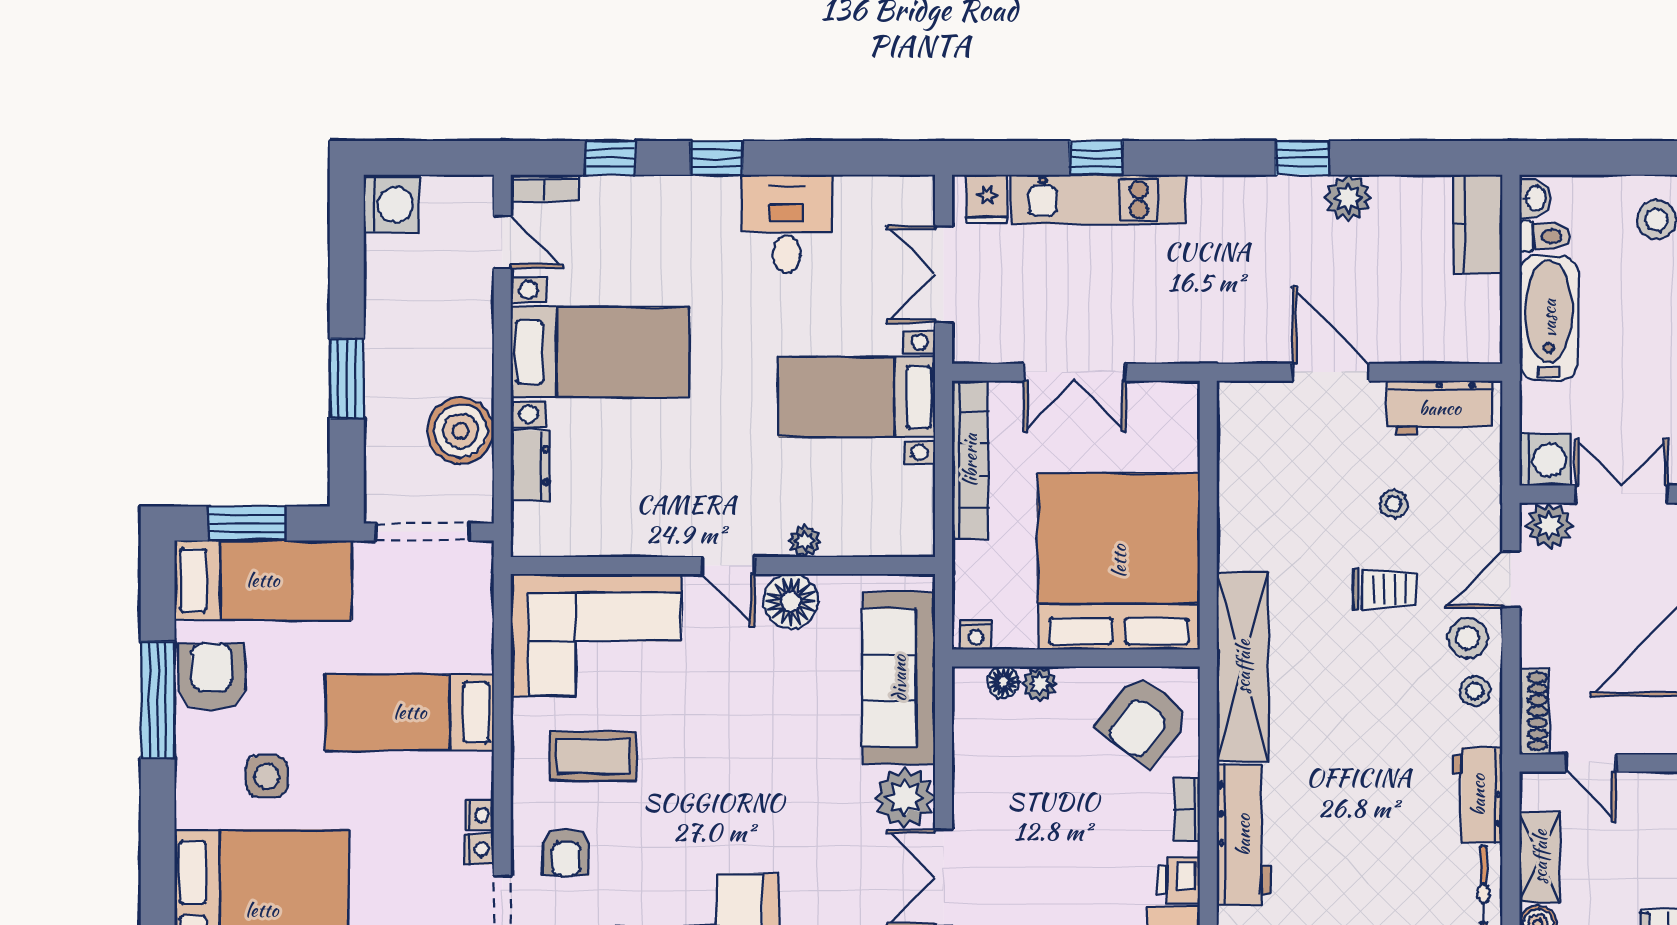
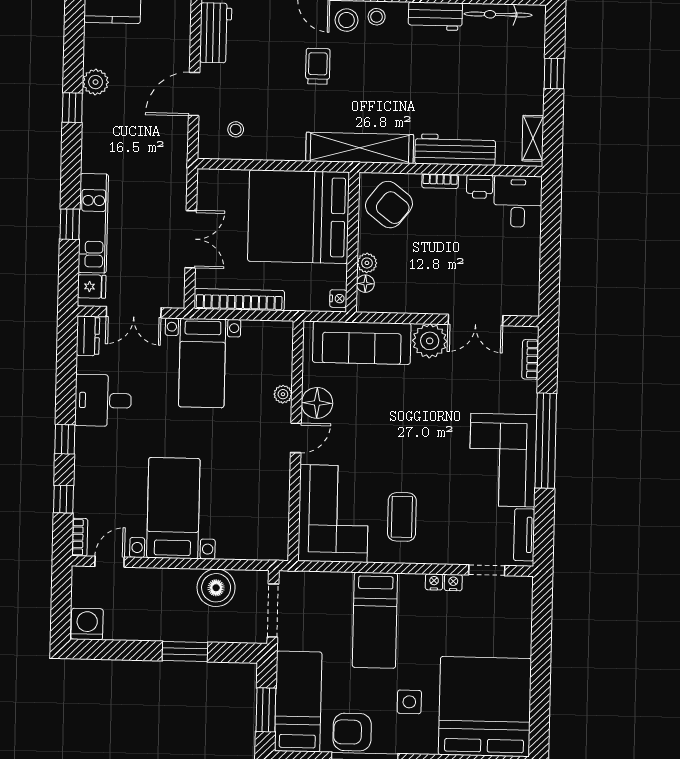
dresser: (530, 466) -> (88, 336), moved, turned 90
stool: (1394, 504) -> (236, 129), moved
armchair: (566, 852) -> (456, 533), removed

